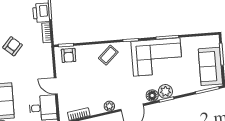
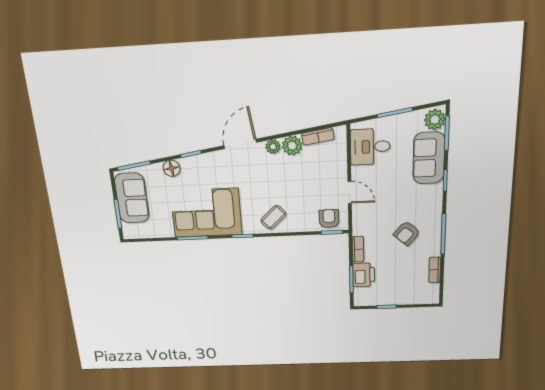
door: (56, 86) -> (350, 192), moved
plant: (165, 91) -> (292, 146), moved
floor lamp: (152, 96) -> (172, 168), moved

